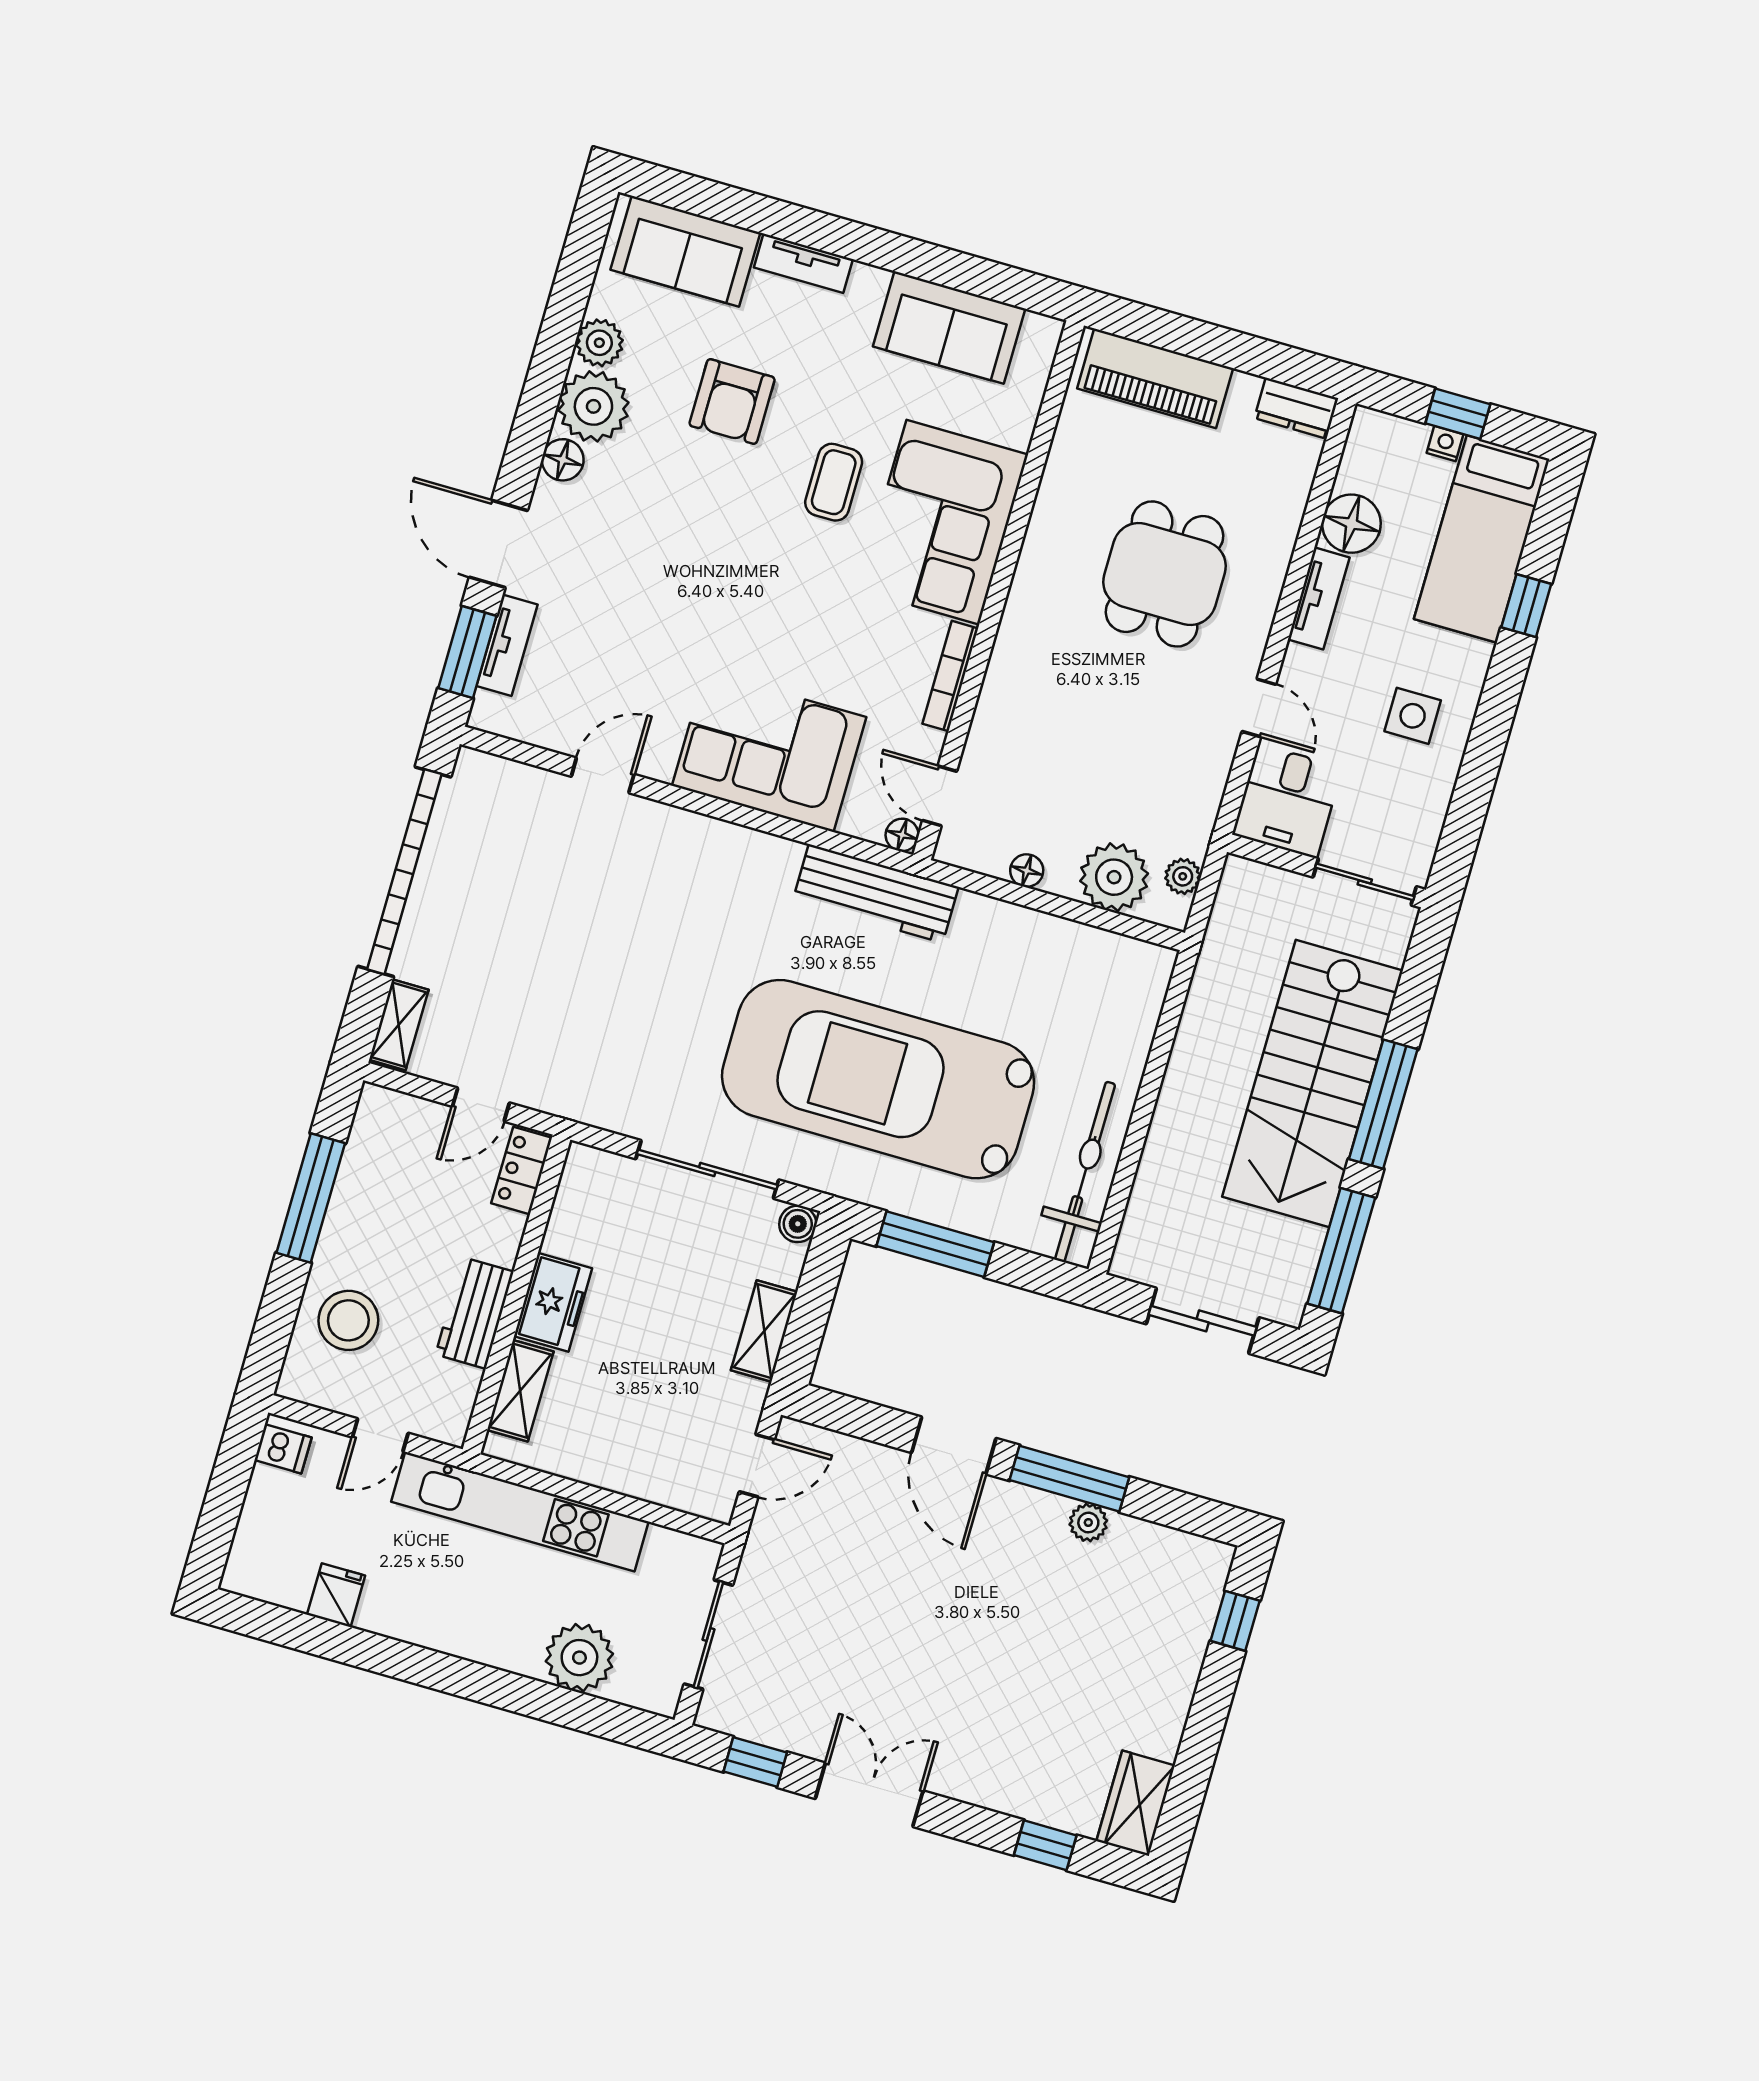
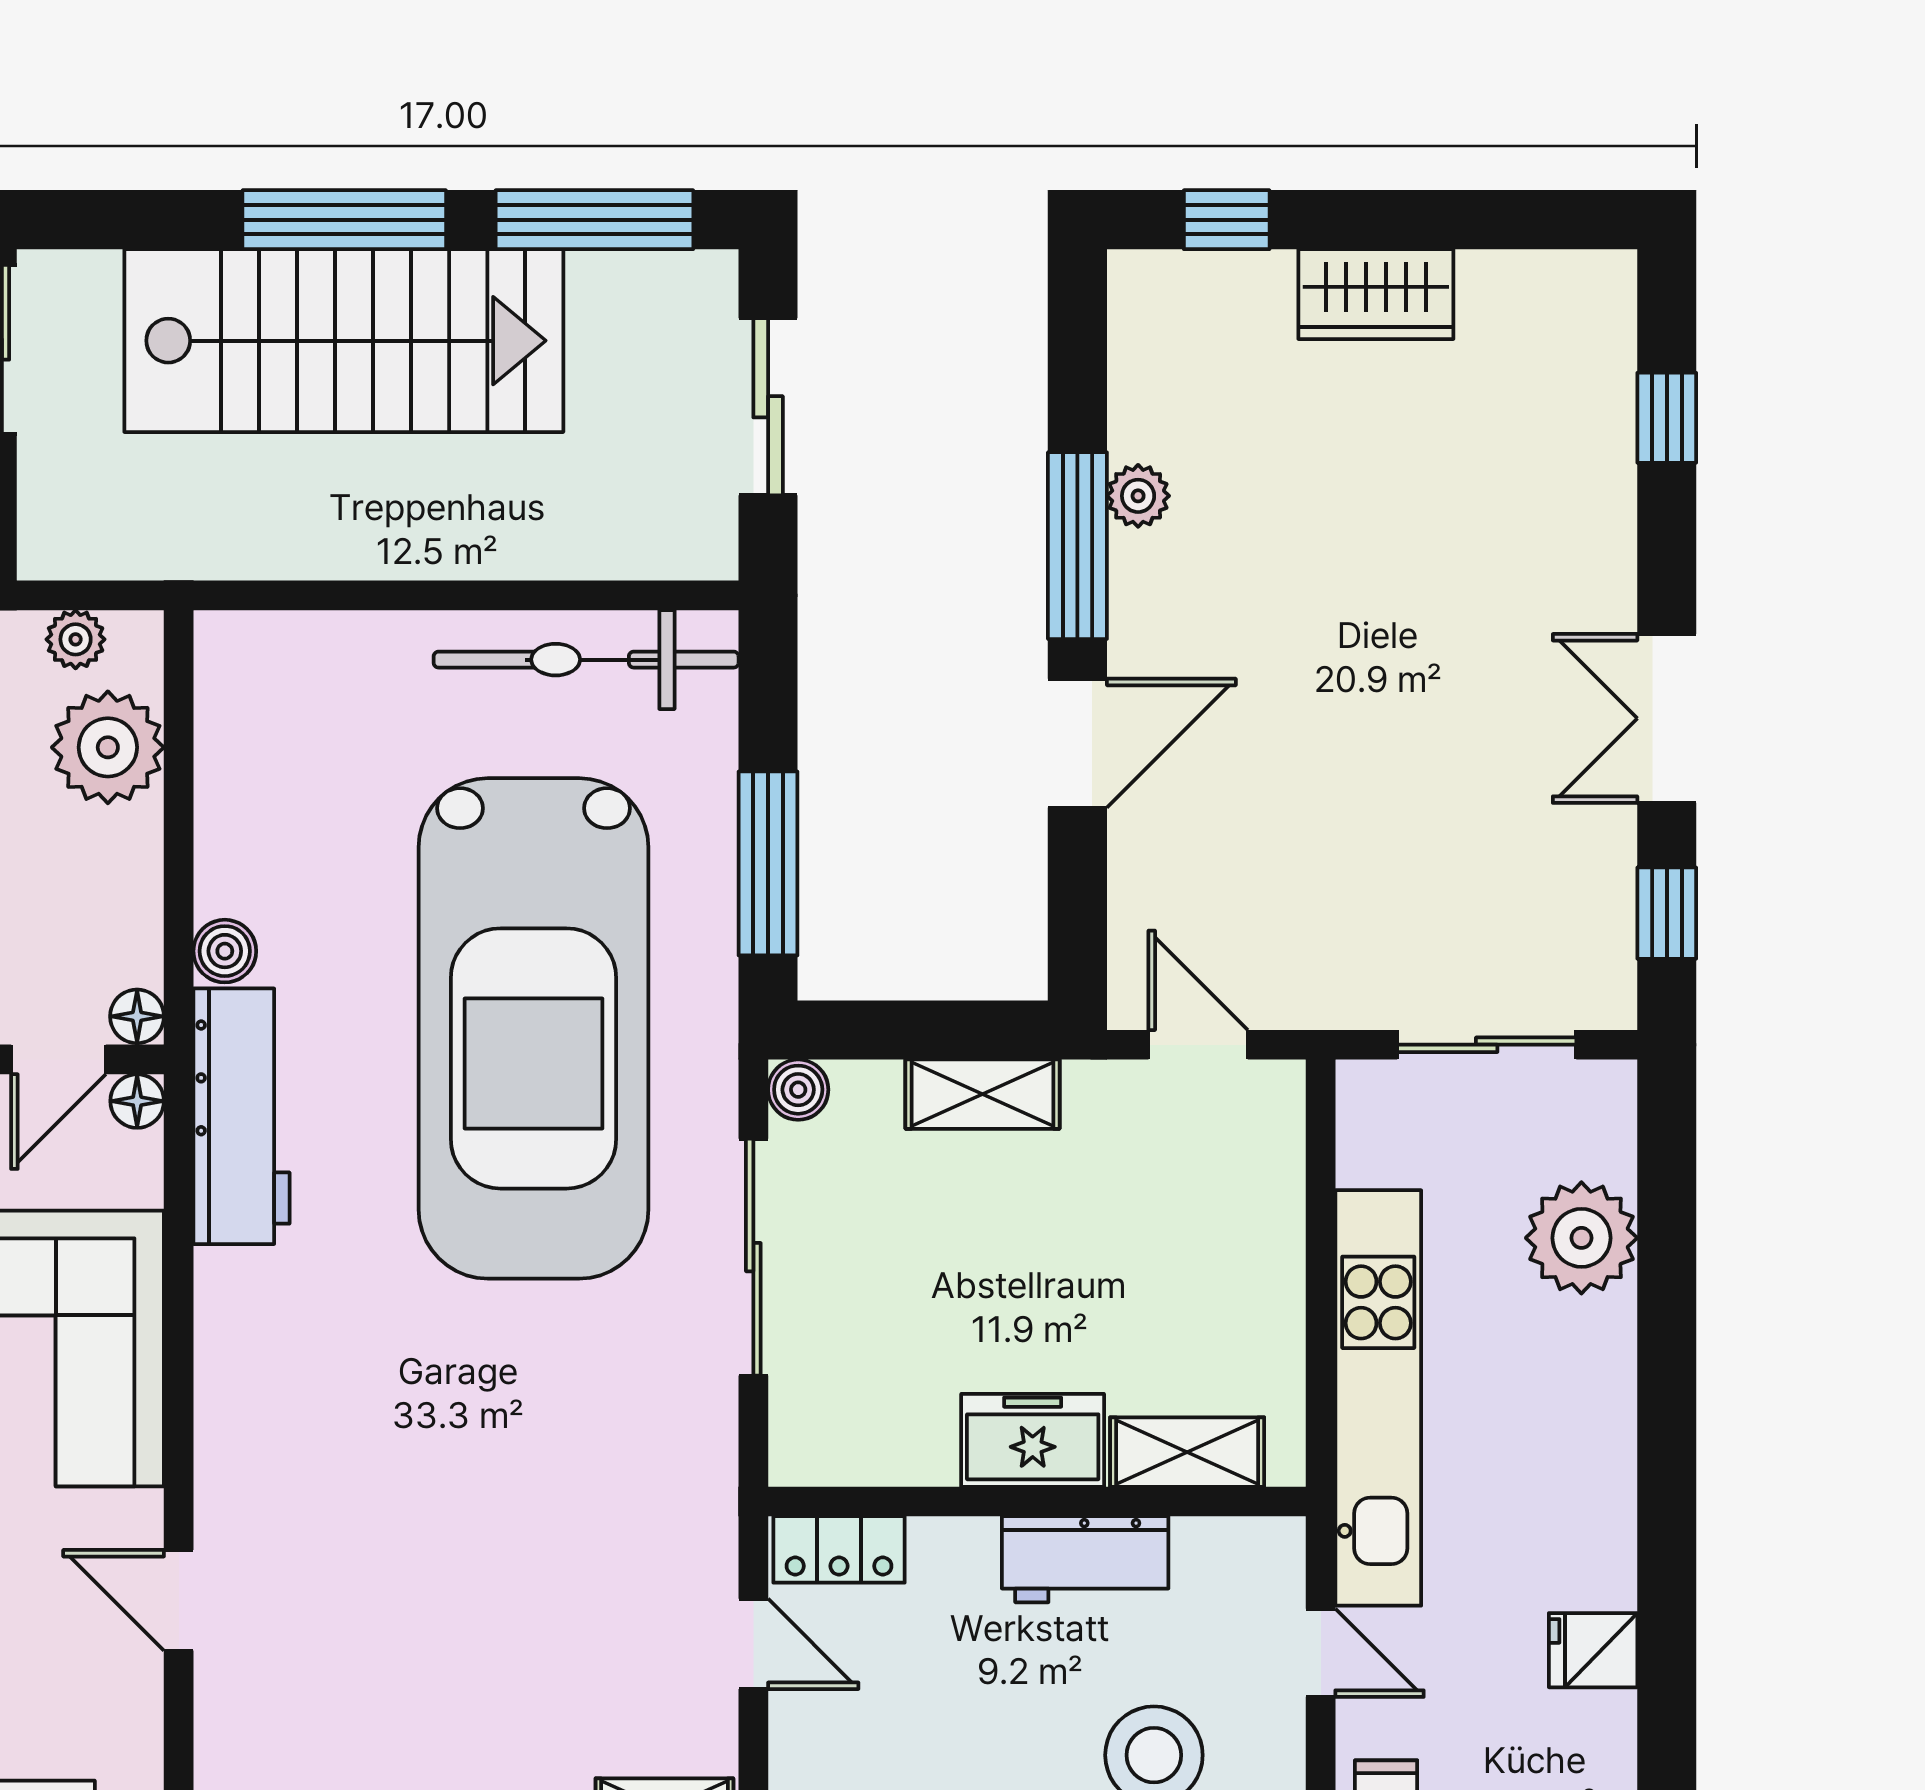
floor lamp: (1027, 871) -> (137, 1016), moved
boiler: (975, 911) -> (225, 951), added
wardrobe: (1136, 1803) -> (1376, 294), moved

